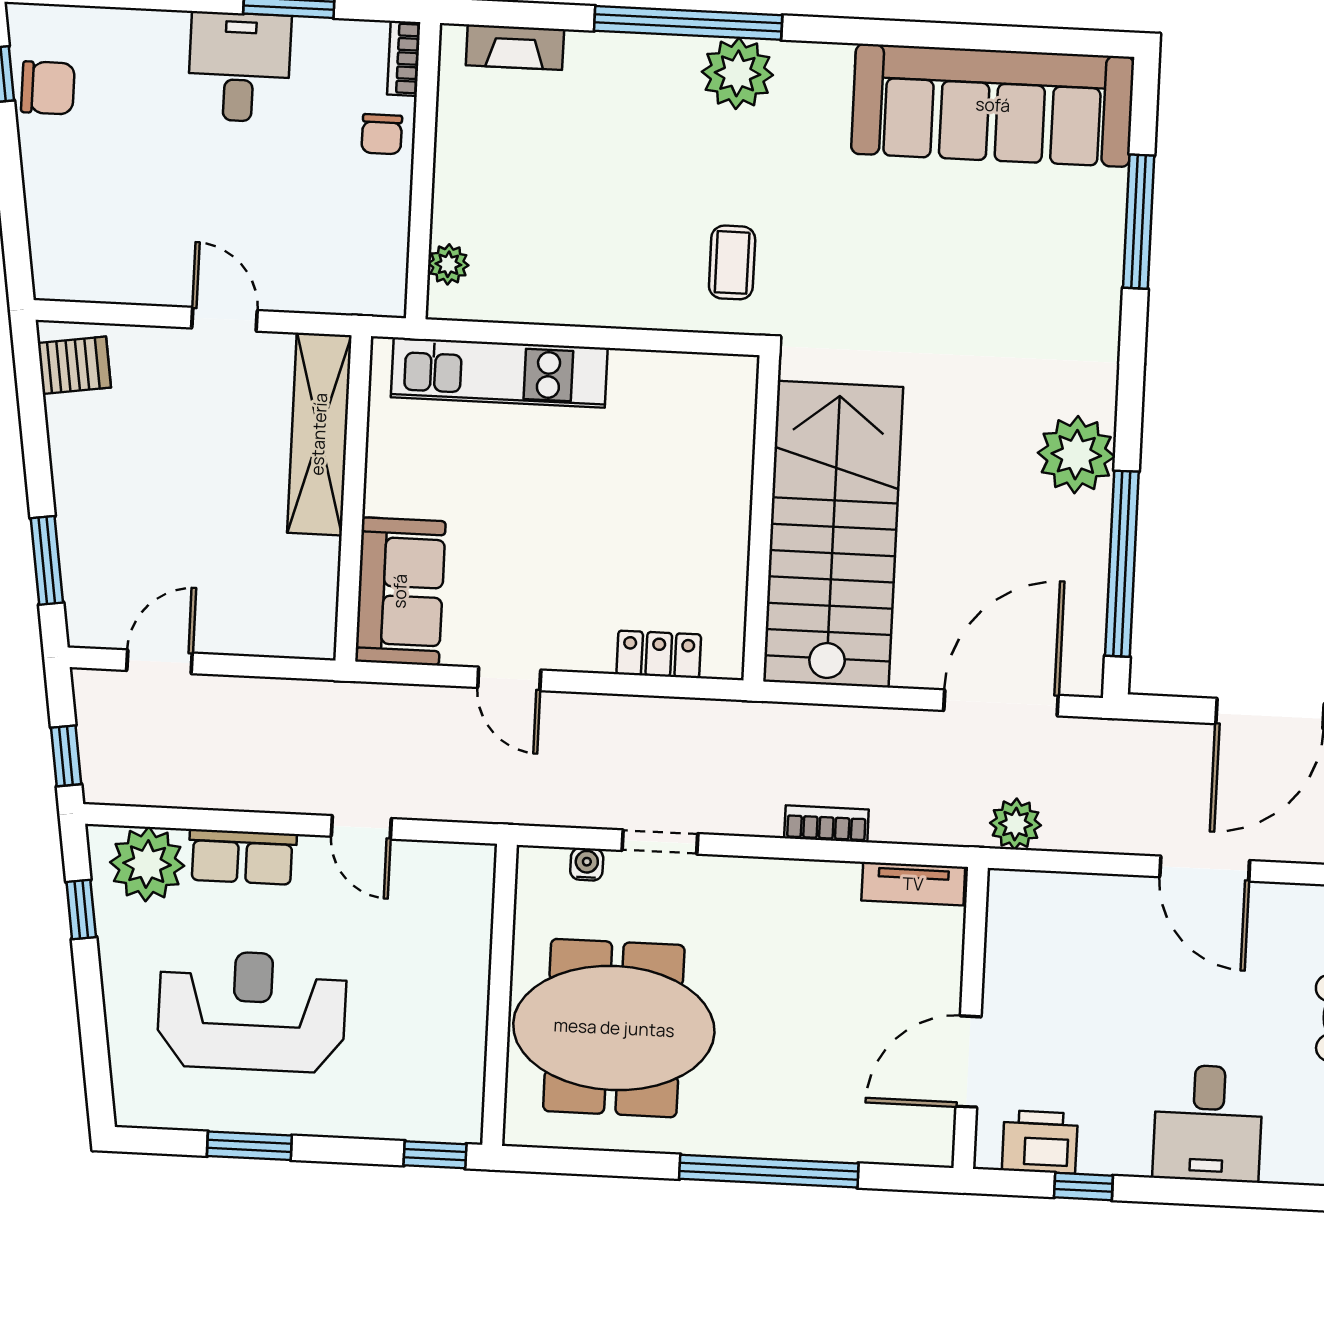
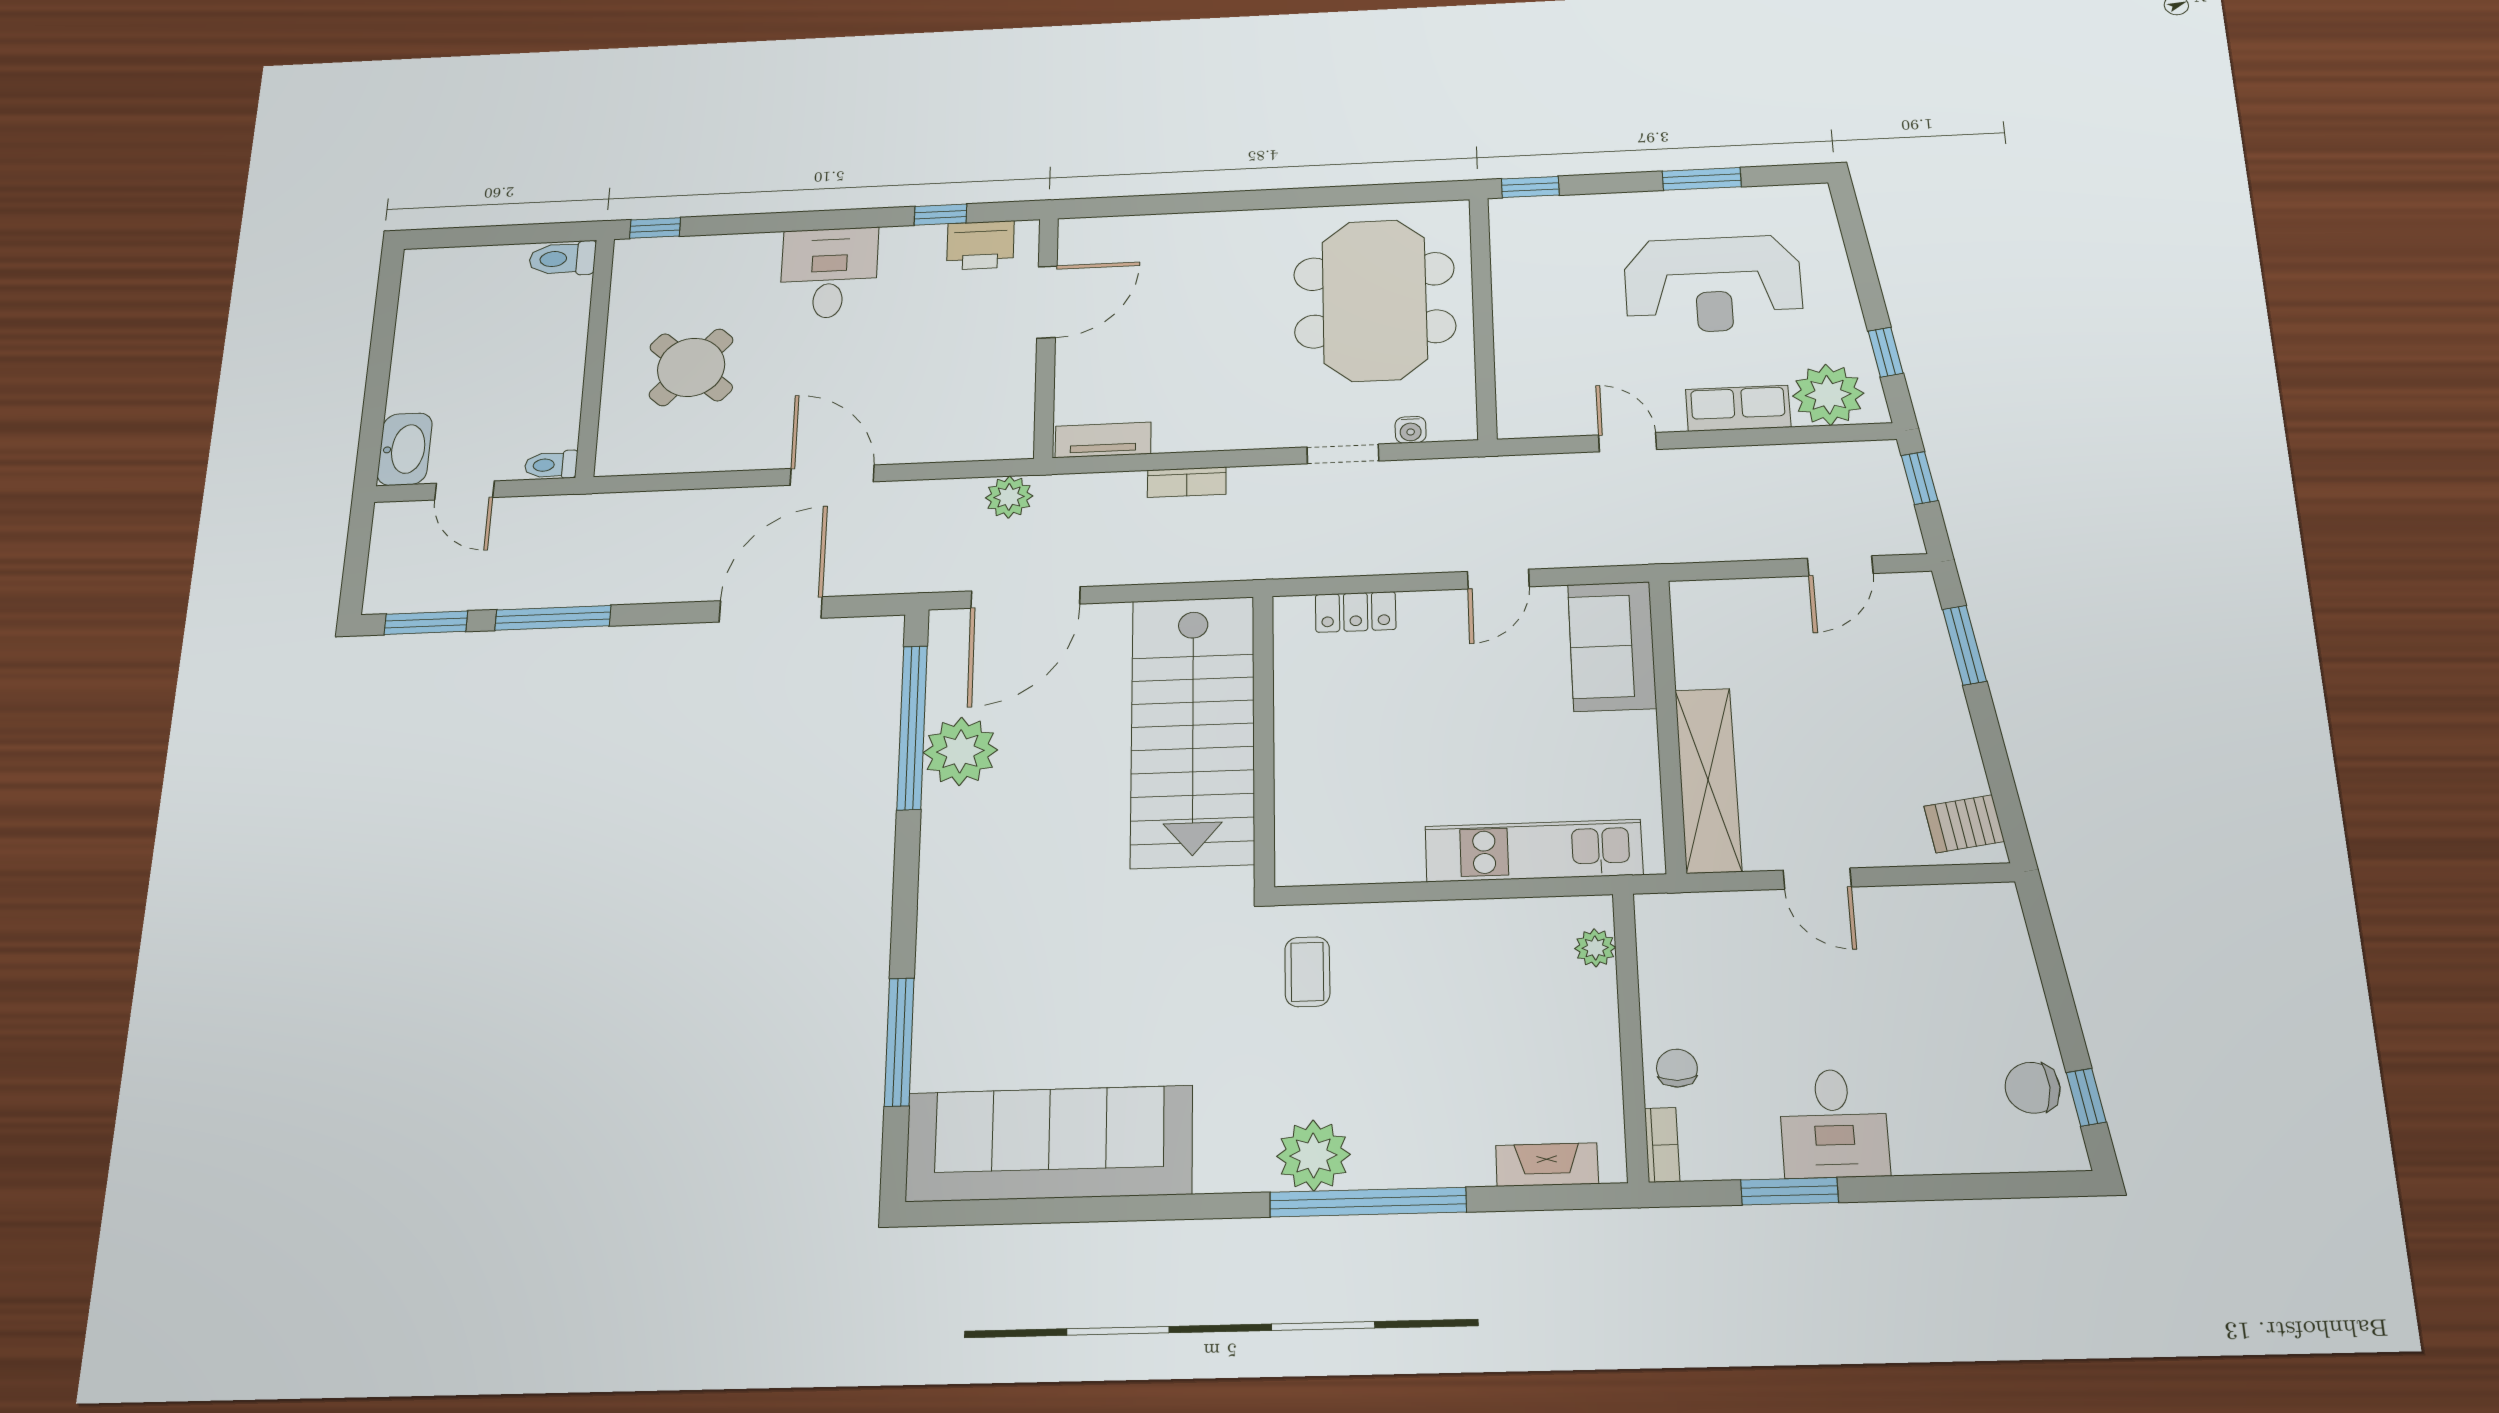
plant: (1076, 455) -> (960, 751), moved
door: (509, 679) -> (1498, 579), swing flipped
meeting table: (614, 1028) -> (1375, 300), turned 90
window: (769, 1171) -> (1225, 201), removed

